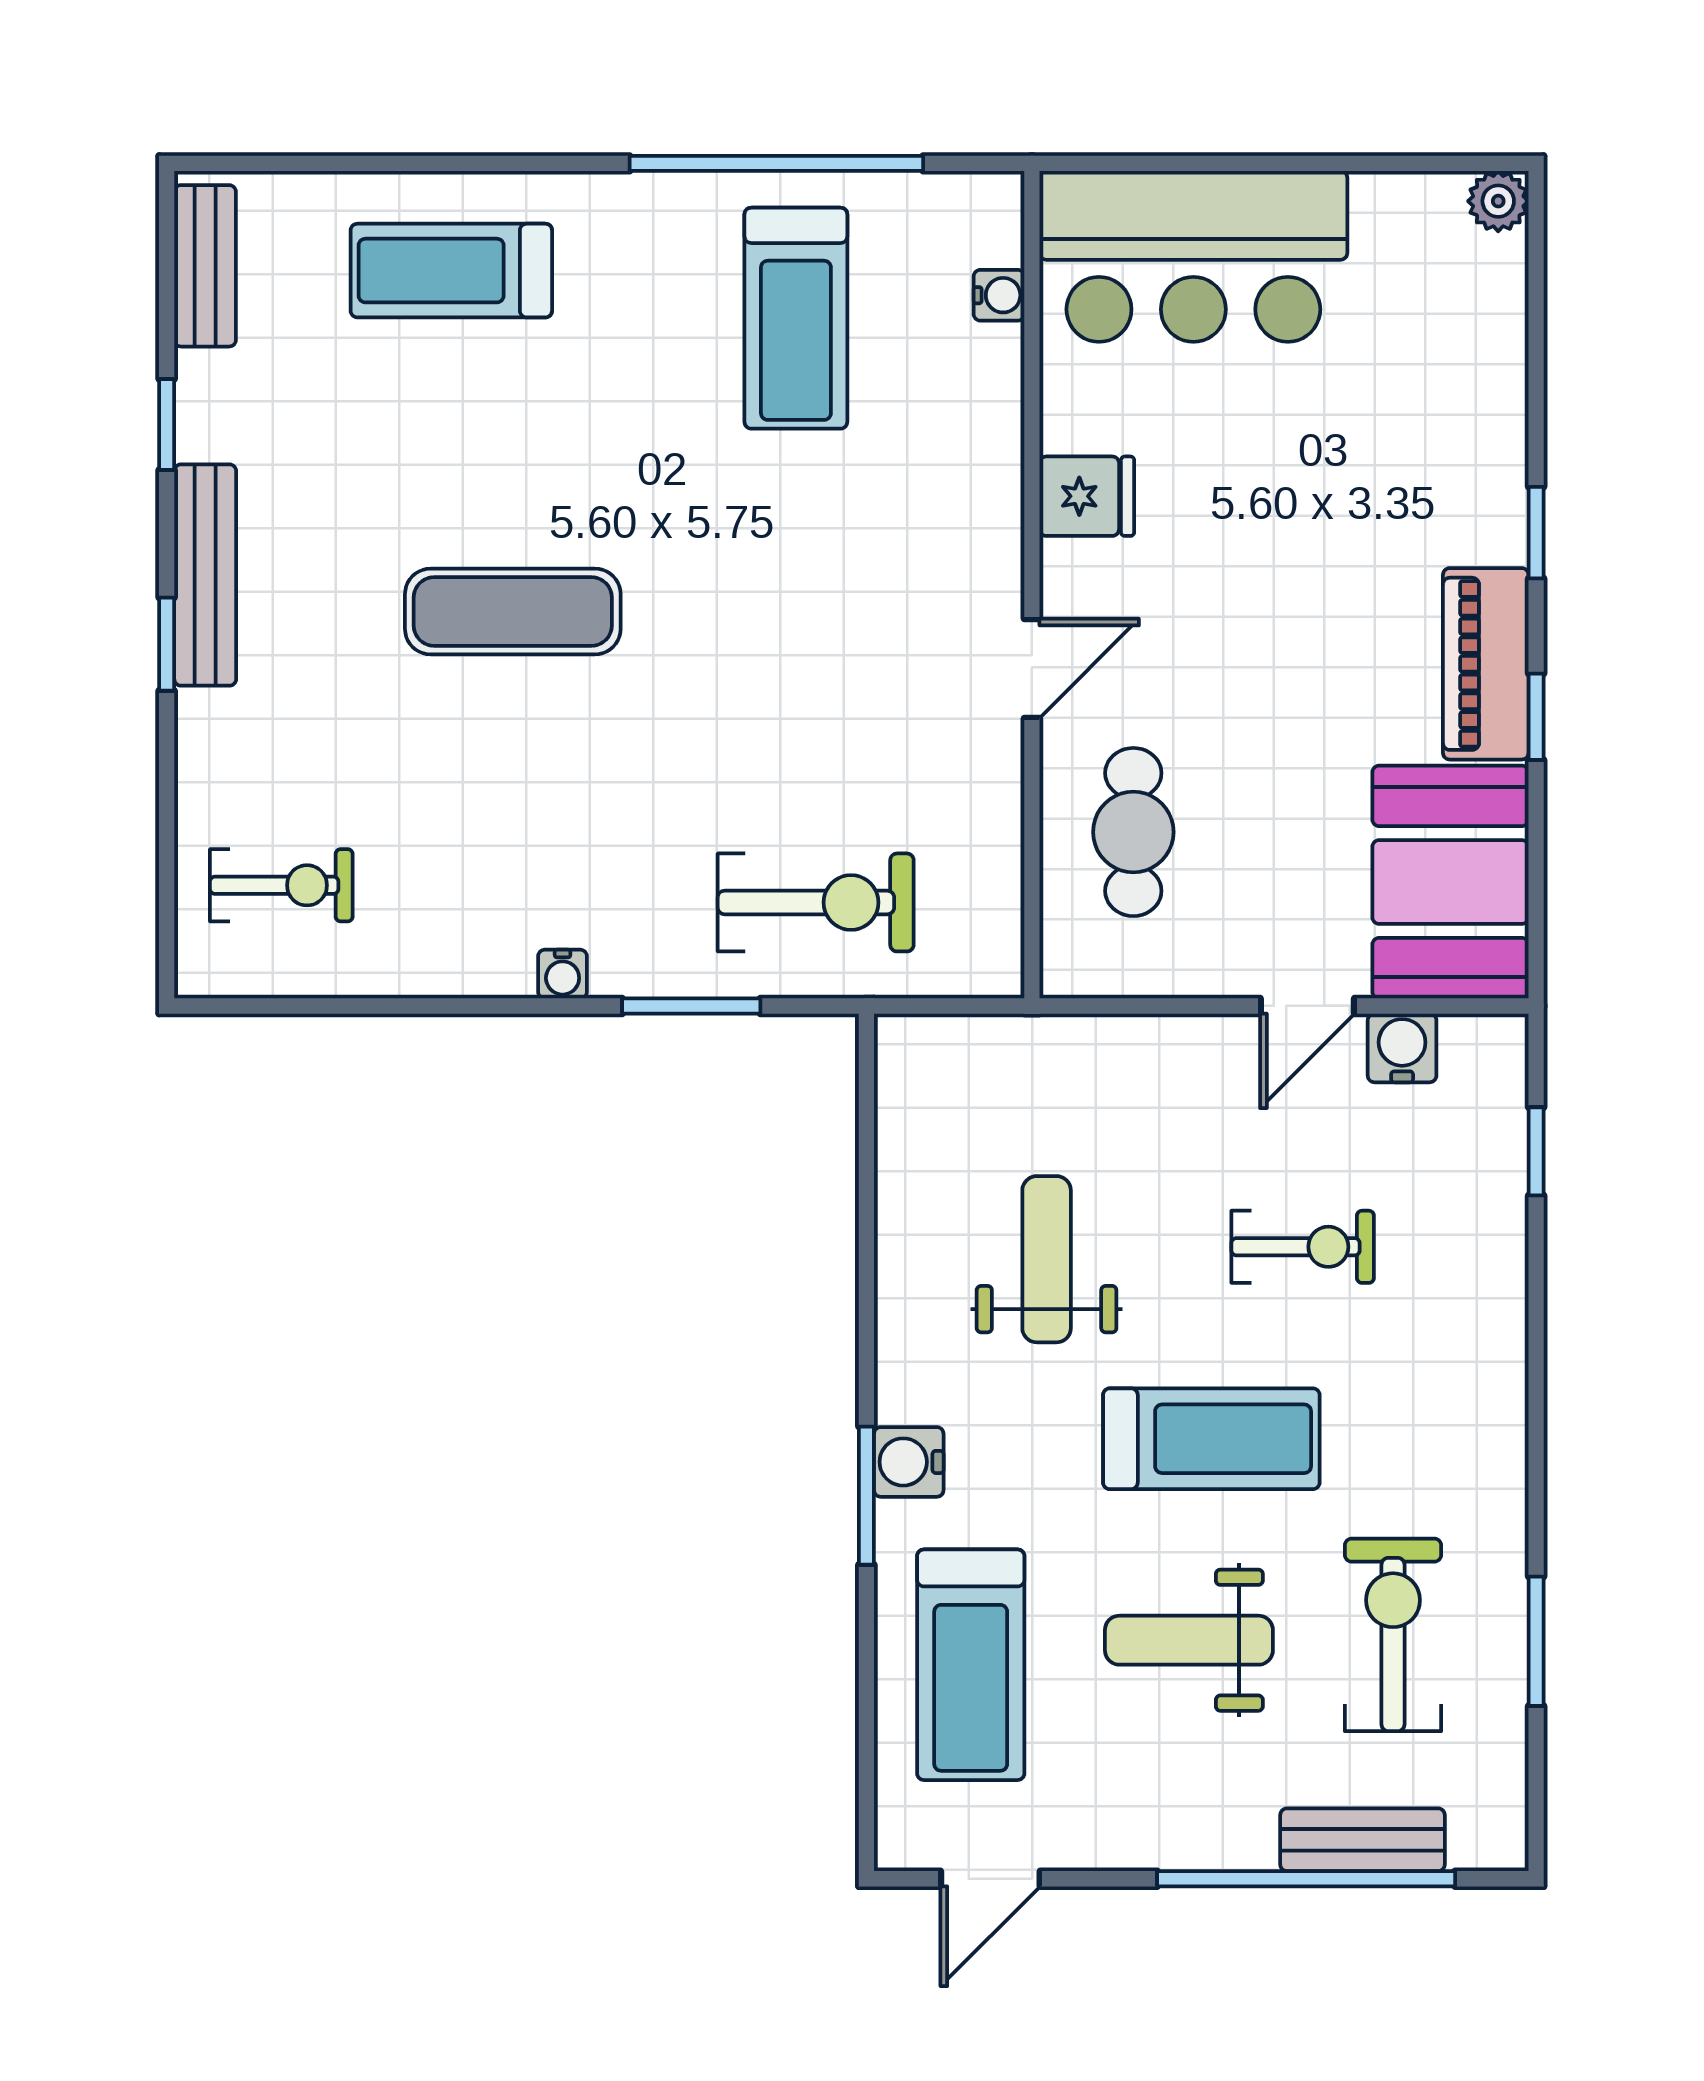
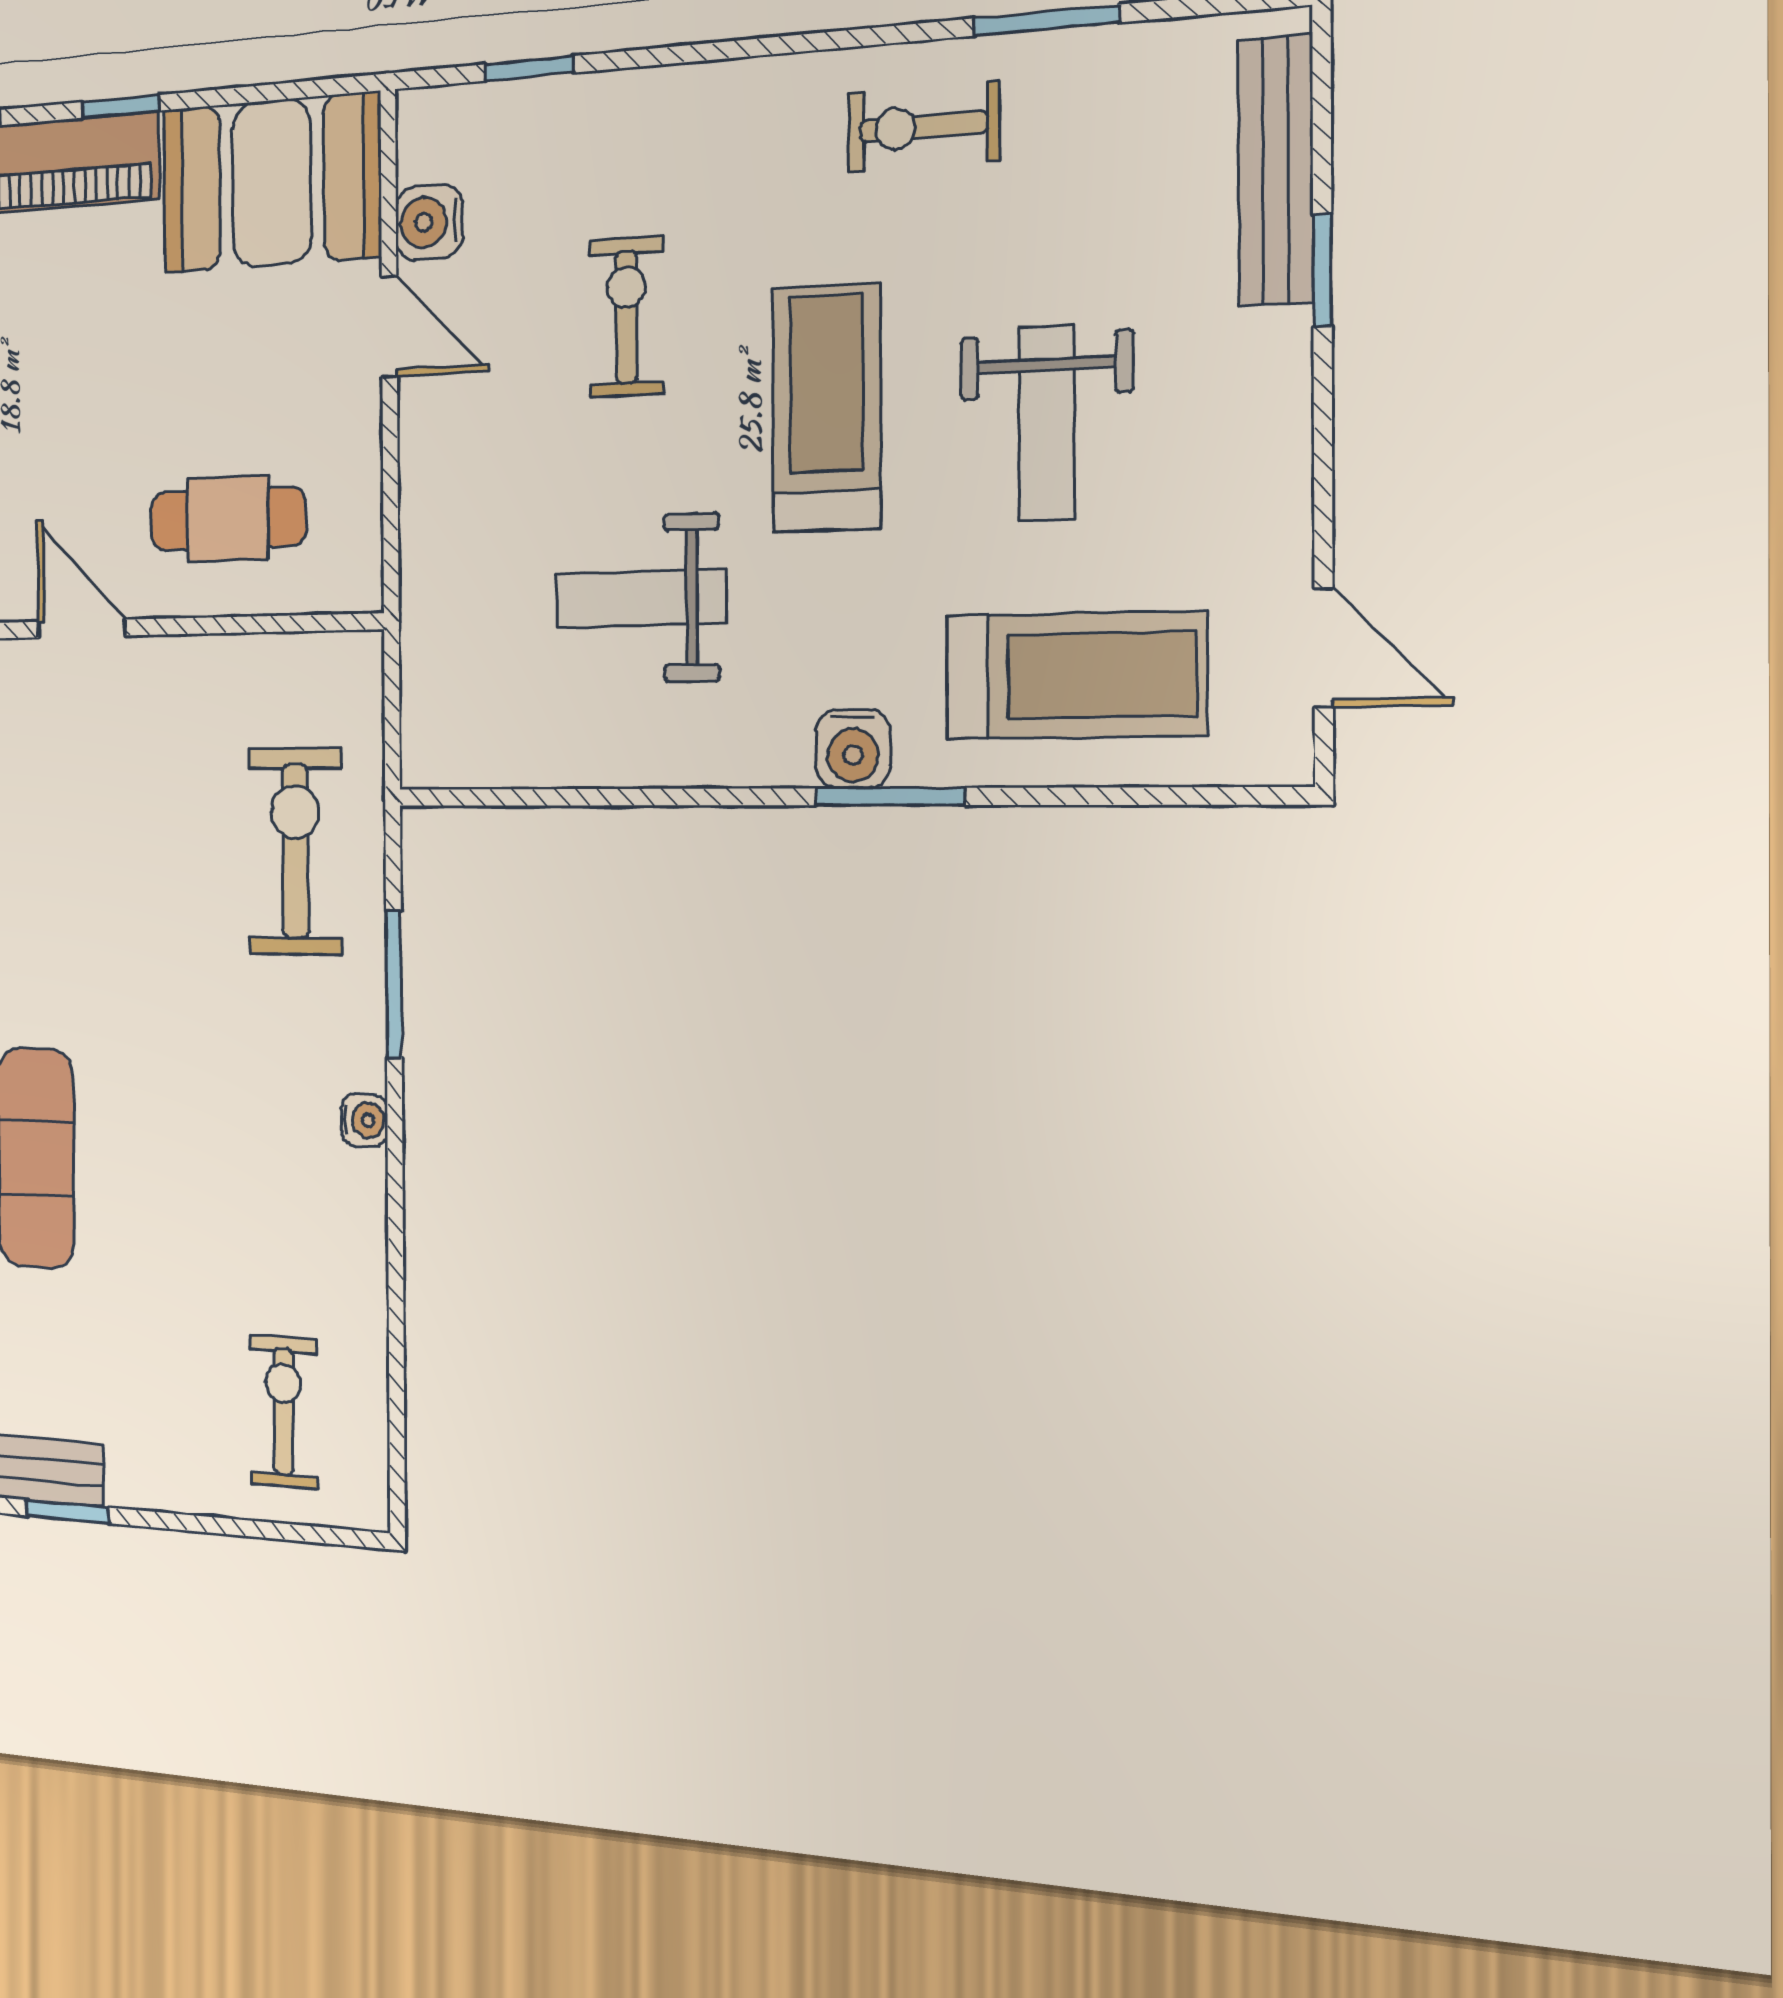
exercise bike: (1393, 1635) -> (924, 127), moved, width x0.73, depth x0.72
bench: (1362, 1840) -> (1276, 170), width x1.36
window: (1306, 1879) -> (1322, 270), width x0.32

